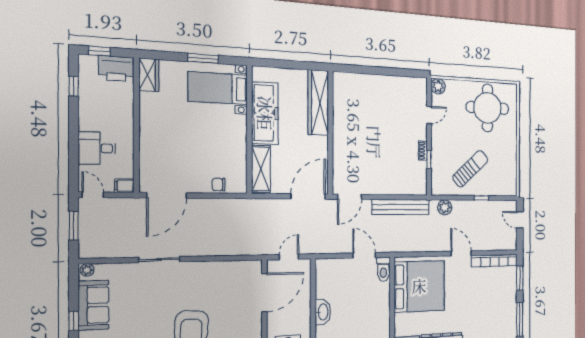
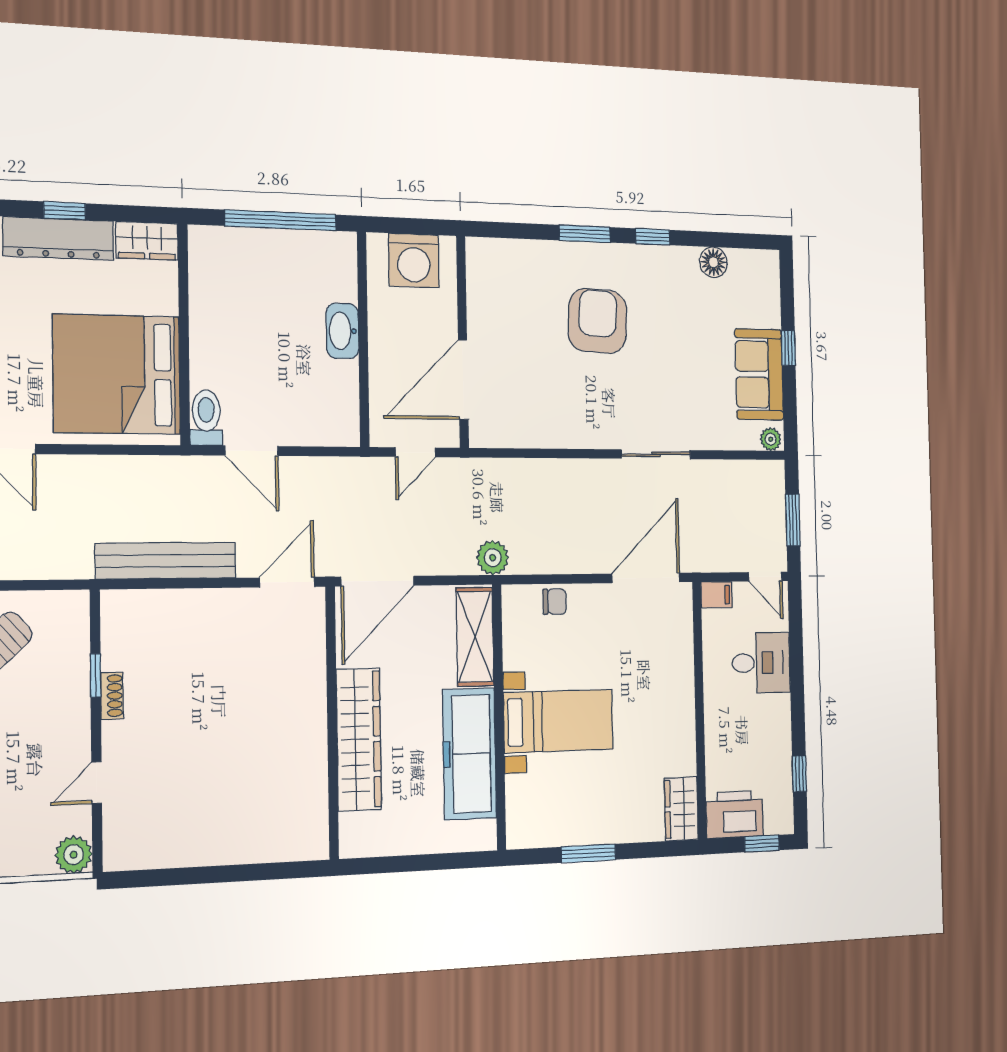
bed with nightstands: (218, 88) -> (559, 721), moved
wardrobe: (318, 103) -> (359, 739), moved
plant: (445, 207) -> (493, 558), moved

